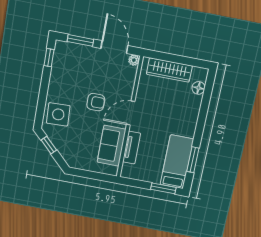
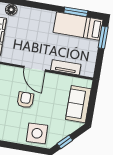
sofa: (112, 146) -> (78, 104), moved, turned 90

